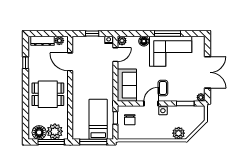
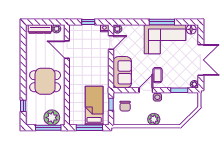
floor lamp: (144, 41) -> (191, 29), moved
window: (25, 63) -> (23, 106), moved
floor lamp: (39, 132) -> (37, 118), removed
plant: (179, 133) -> (154, 119), moved

